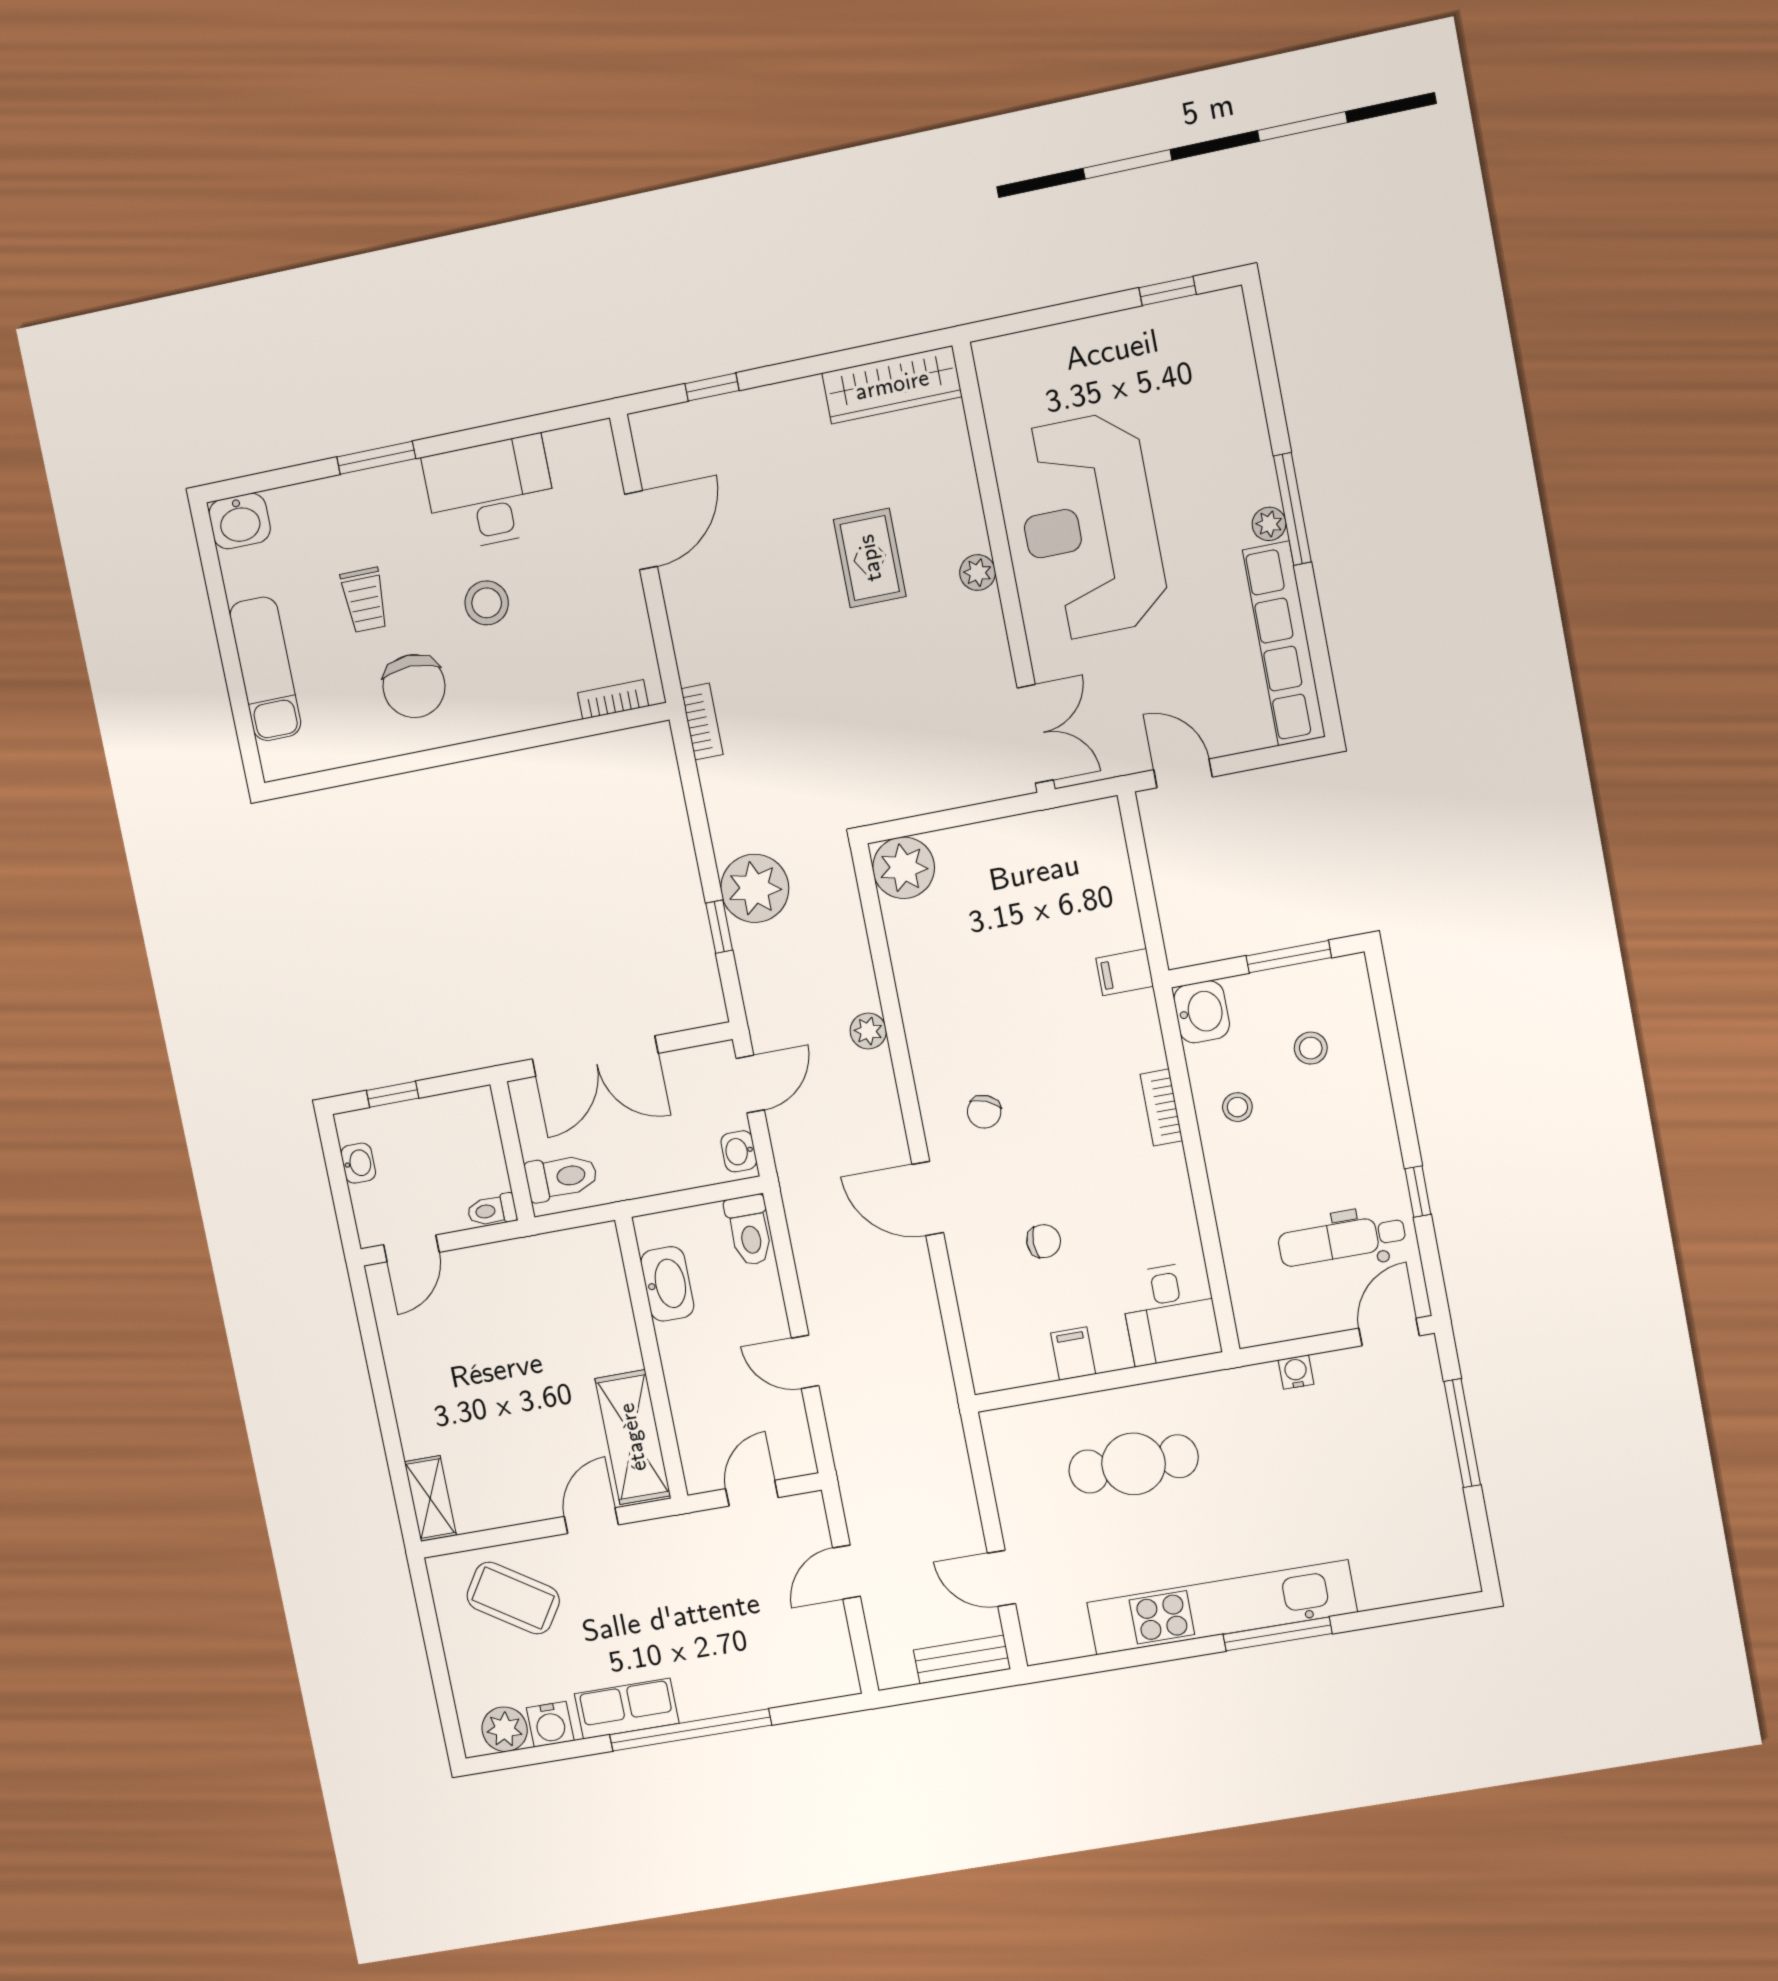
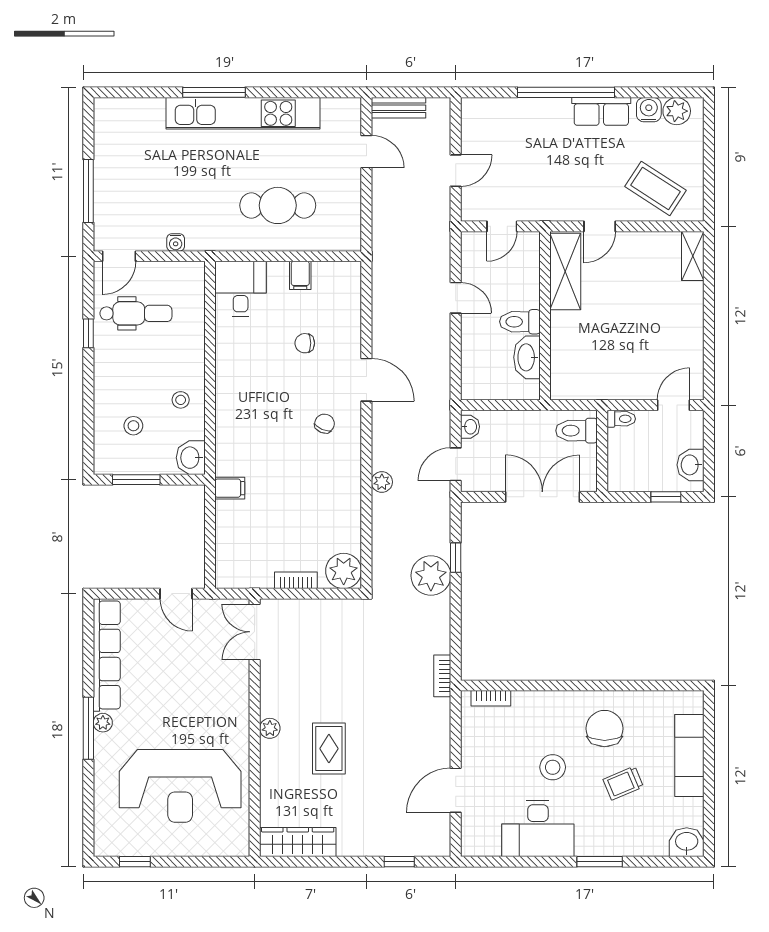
reception desk: (1089, 526) -> (180, 786), moved, turned 90
trolley: (364, 600) -> (623, 783), turned -113
bookcase: (1161, 1107) -> (296, 580), moved, turned -90
washbasin: (358, 1163) -> (690, 465), width x1.38, depth x1.45
toilet: (749, 1230) -> (520, 322), moved, turned -90

